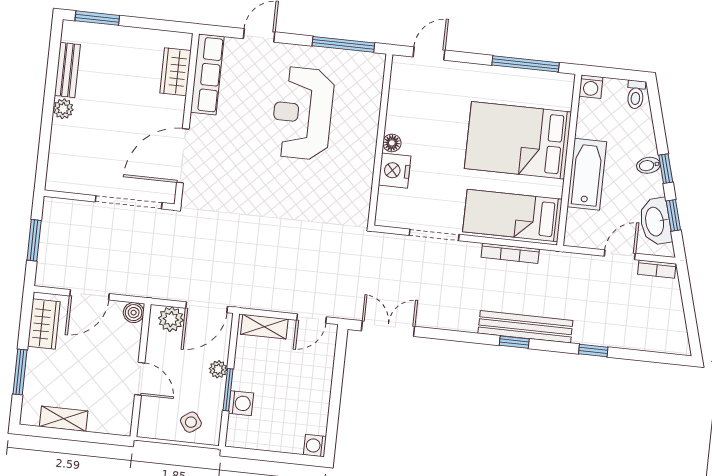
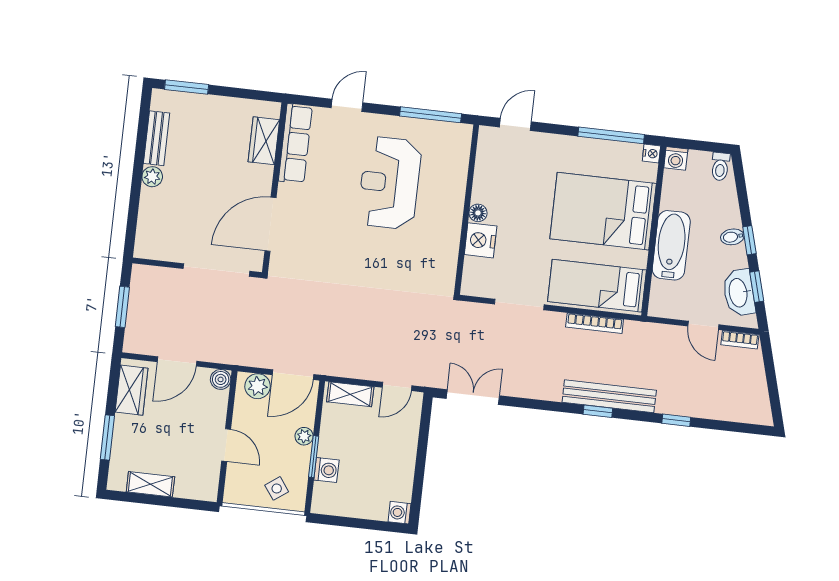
nightstand: (566, 82) -> (651, 153), added
door: (620, 255) -> (703, 325), swing flipped

